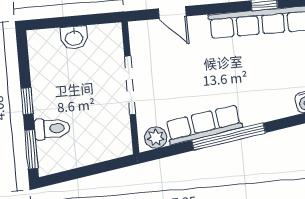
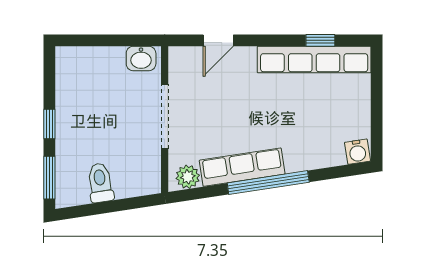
door: (172, 12) -> (218, 40), hinge flipped
washbasin: (74, 38) -> (141, 59), moved
toilet: (52, 129) -> (100, 183), moved, turned -99

